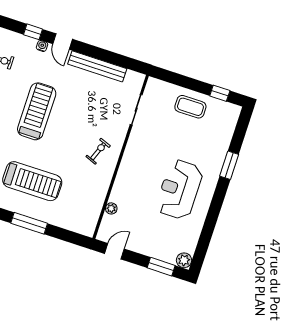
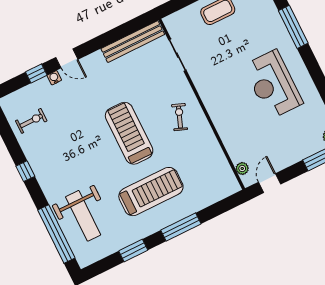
bench: (97, 66) -> (133, 42), moved
treadmill: (37, 111) -> (129, 133), moved
window: (229, 165) -> (293, 27), width x1.44
plant: (111, 208) -> (242, 168), moved

